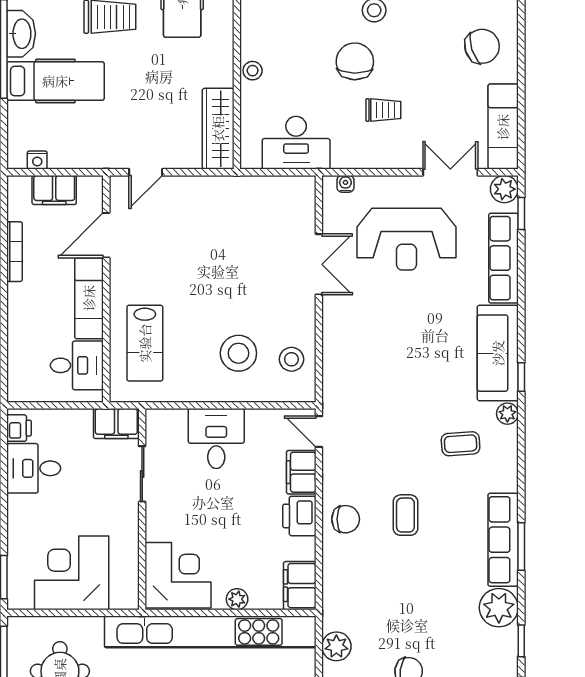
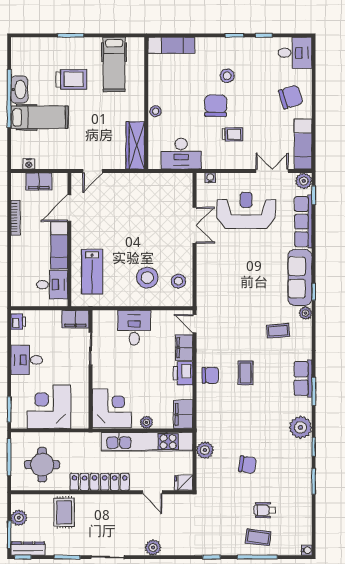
reception desk: (406, 239) -> (246, 210), turned 180
desk: (34, 468) -> (27, 360), moved
row of seats: (503, 540) -> (303, 379), width x0.68
kitchen unit: (210, 632) -> (147, 442), width x0.73

